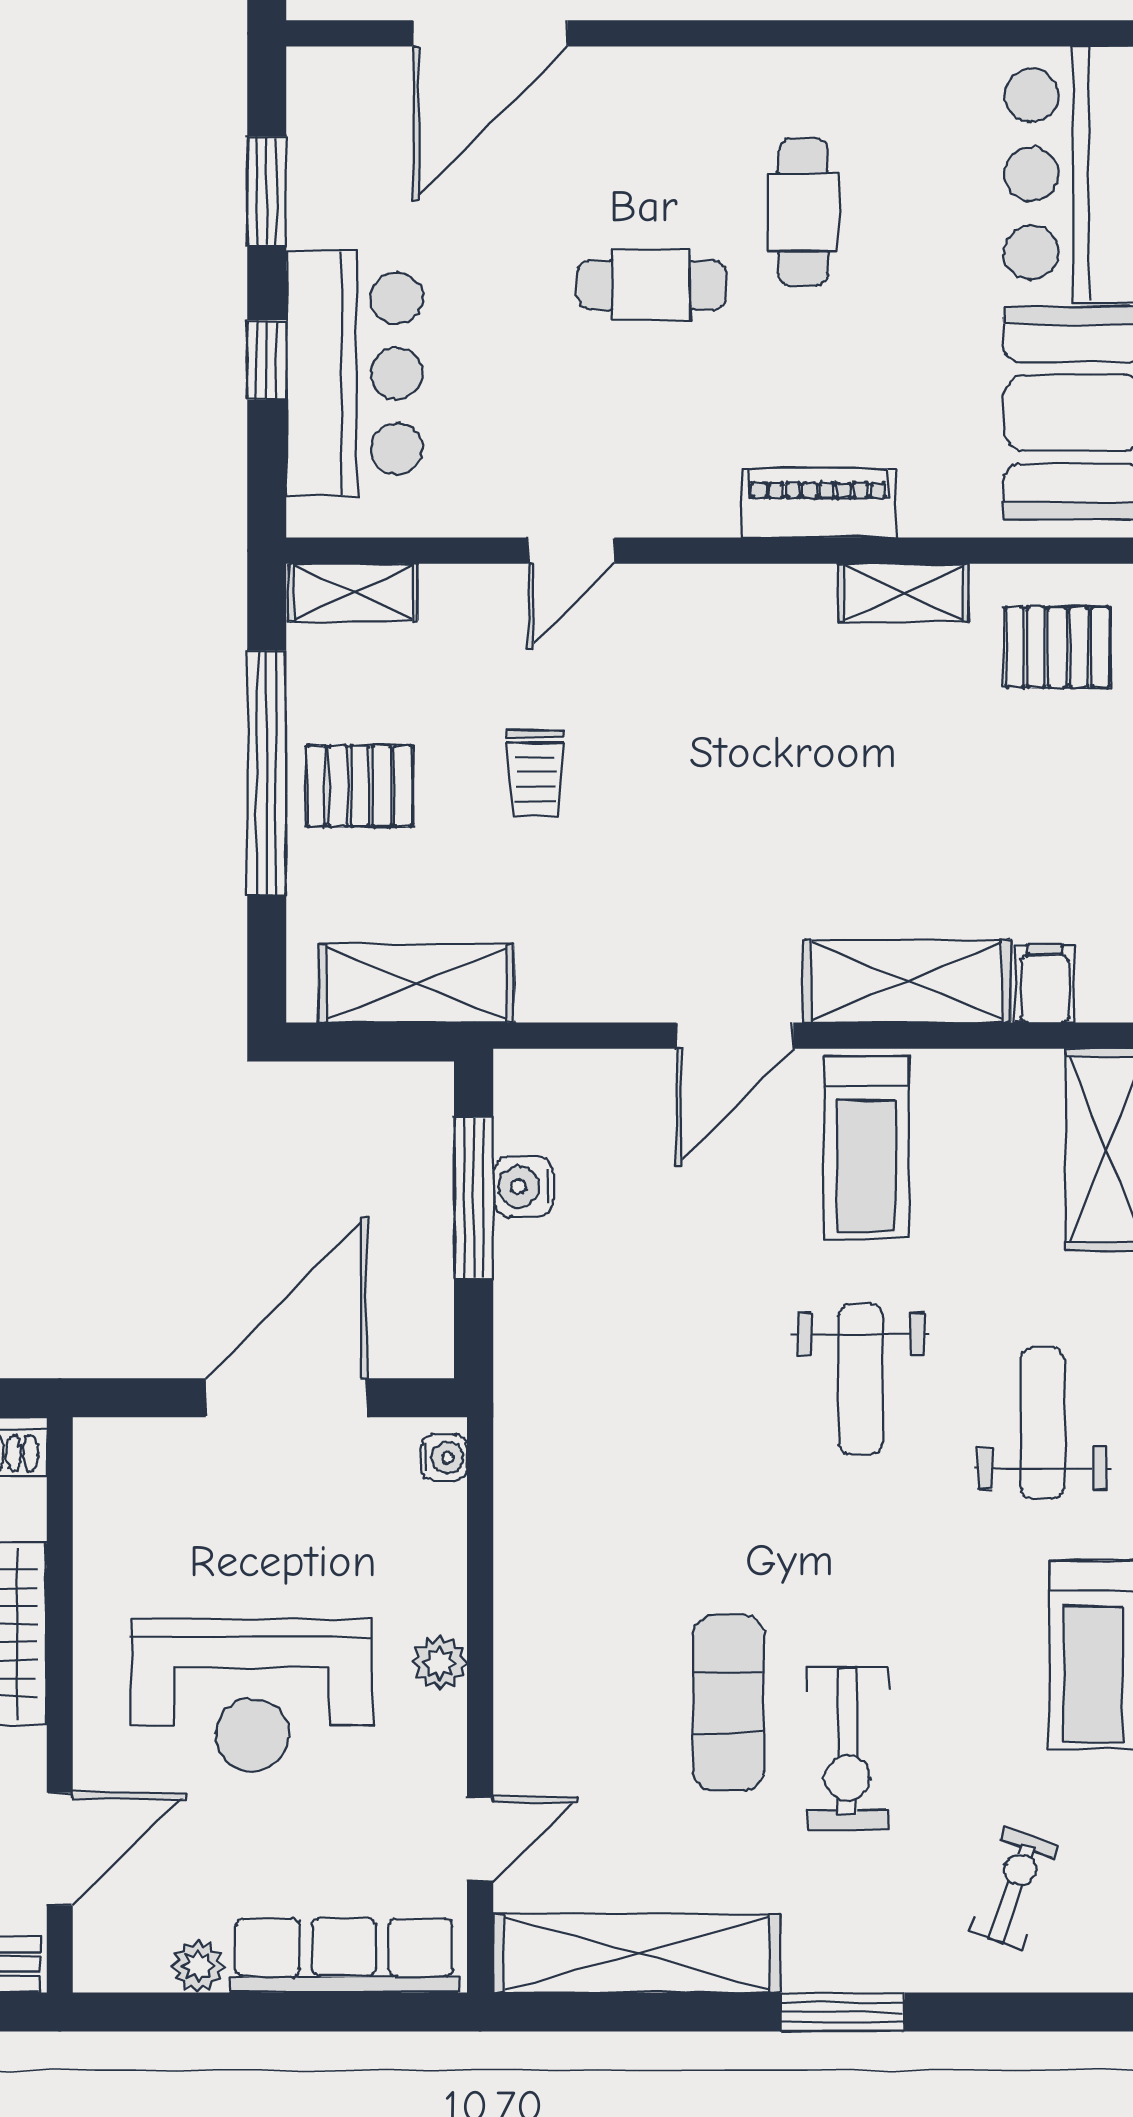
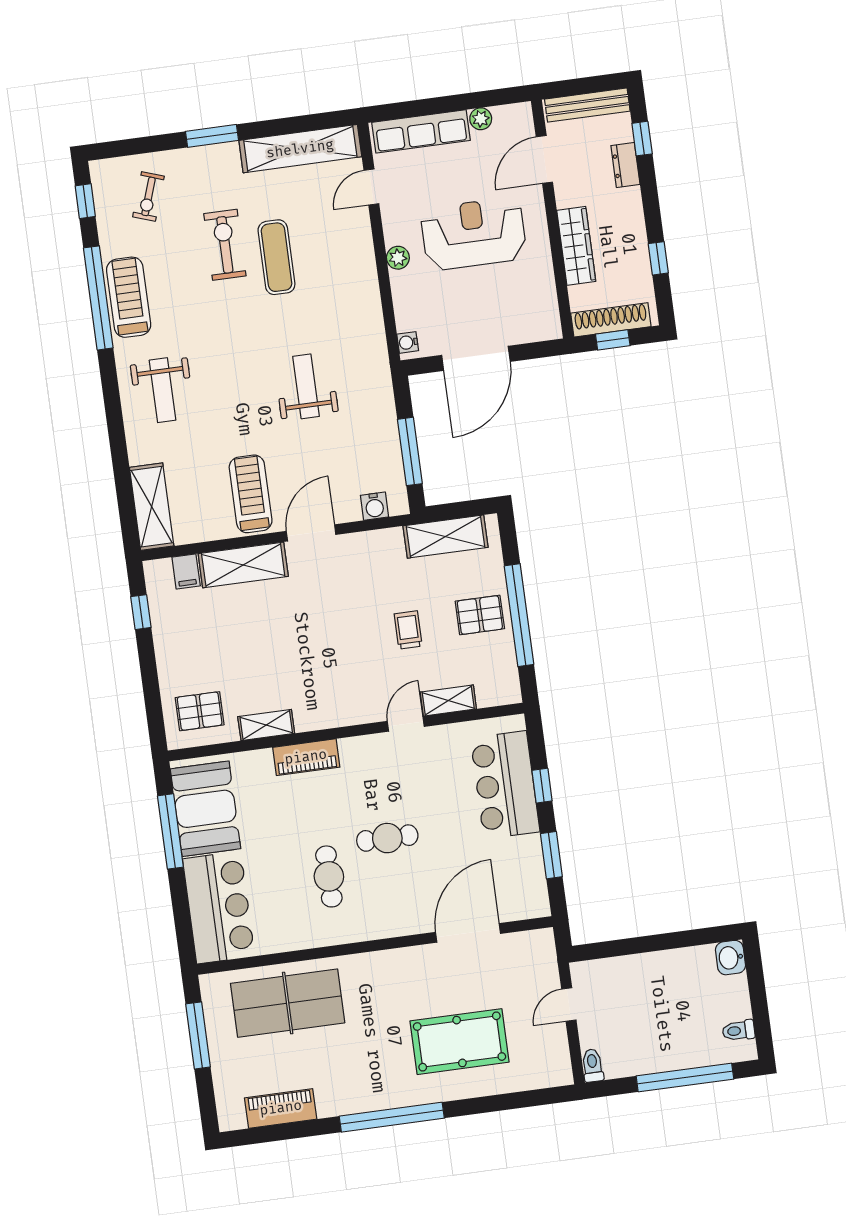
shelving: (353, 593) -> (448, 701), moved
water cooler: (523, 1187) -> (374, 506), moved, turned 90
weight bench: (861, 1379) -> (306, 386), moved

